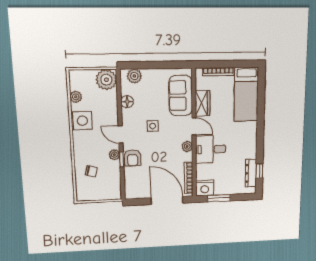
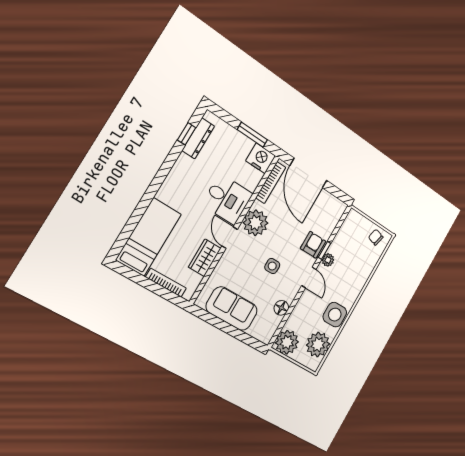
plant: (134, 76) -> (258, 330), removed
sofa: (181, 95) -> (232, 309), moved, turned -90
plant: (76, 97) -> (318, 345), width x1.87, depth x1.87
plant: (187, 146) -> (256, 223), width x1.88, depth x1.88
chair: (91, 171) -> (376, 237), moved

